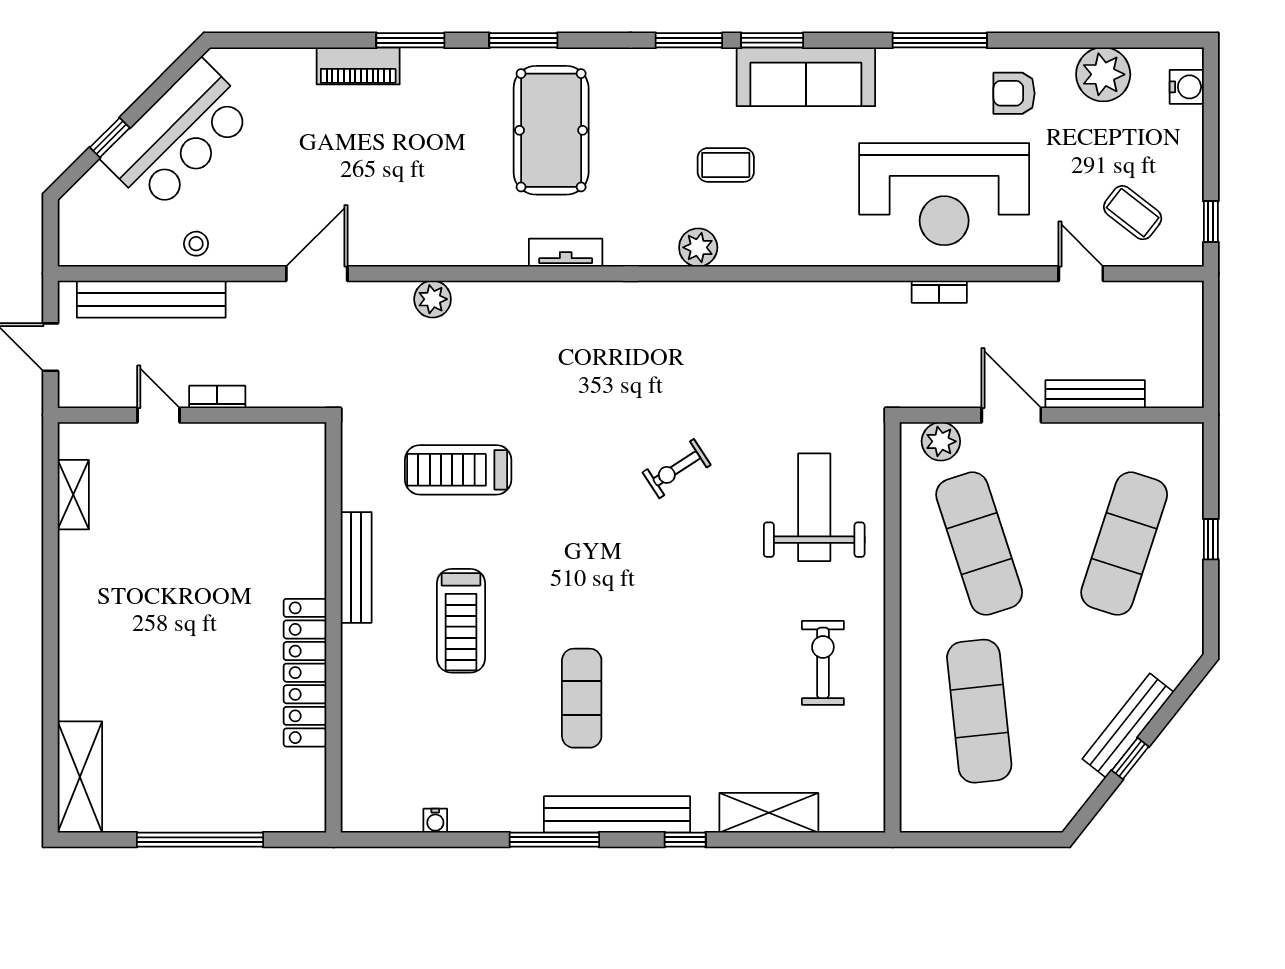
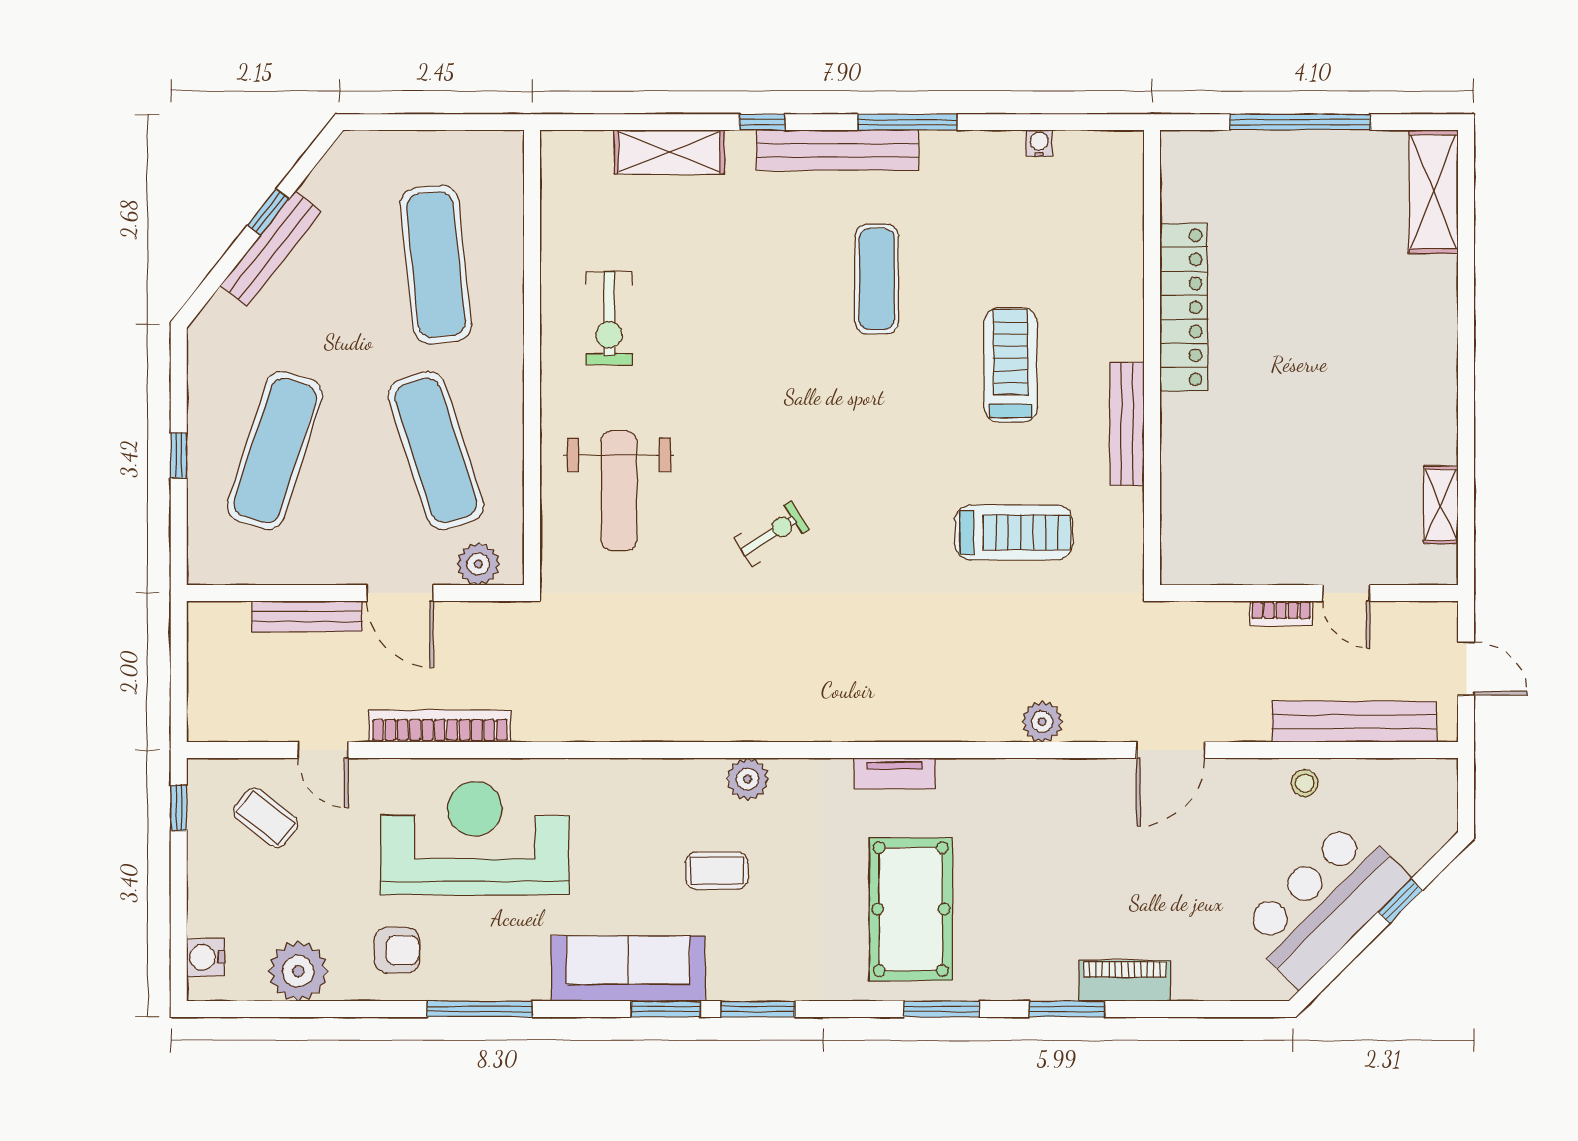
bookcase: (939, 292) -> (440, 726), width x2.31, depth x1.31

